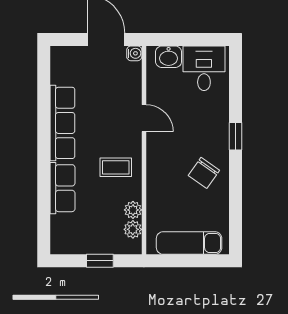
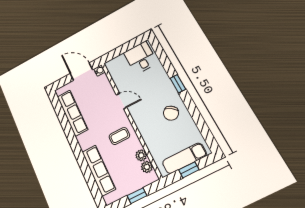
washbasin: (169, 57) -> (118, 62), removed
row of seats: (62, 123) -> (72, 113), moved
row of seats: (63, 188) -> (99, 170), width x1.48
window: (187, 261) -> (189, 170), added

